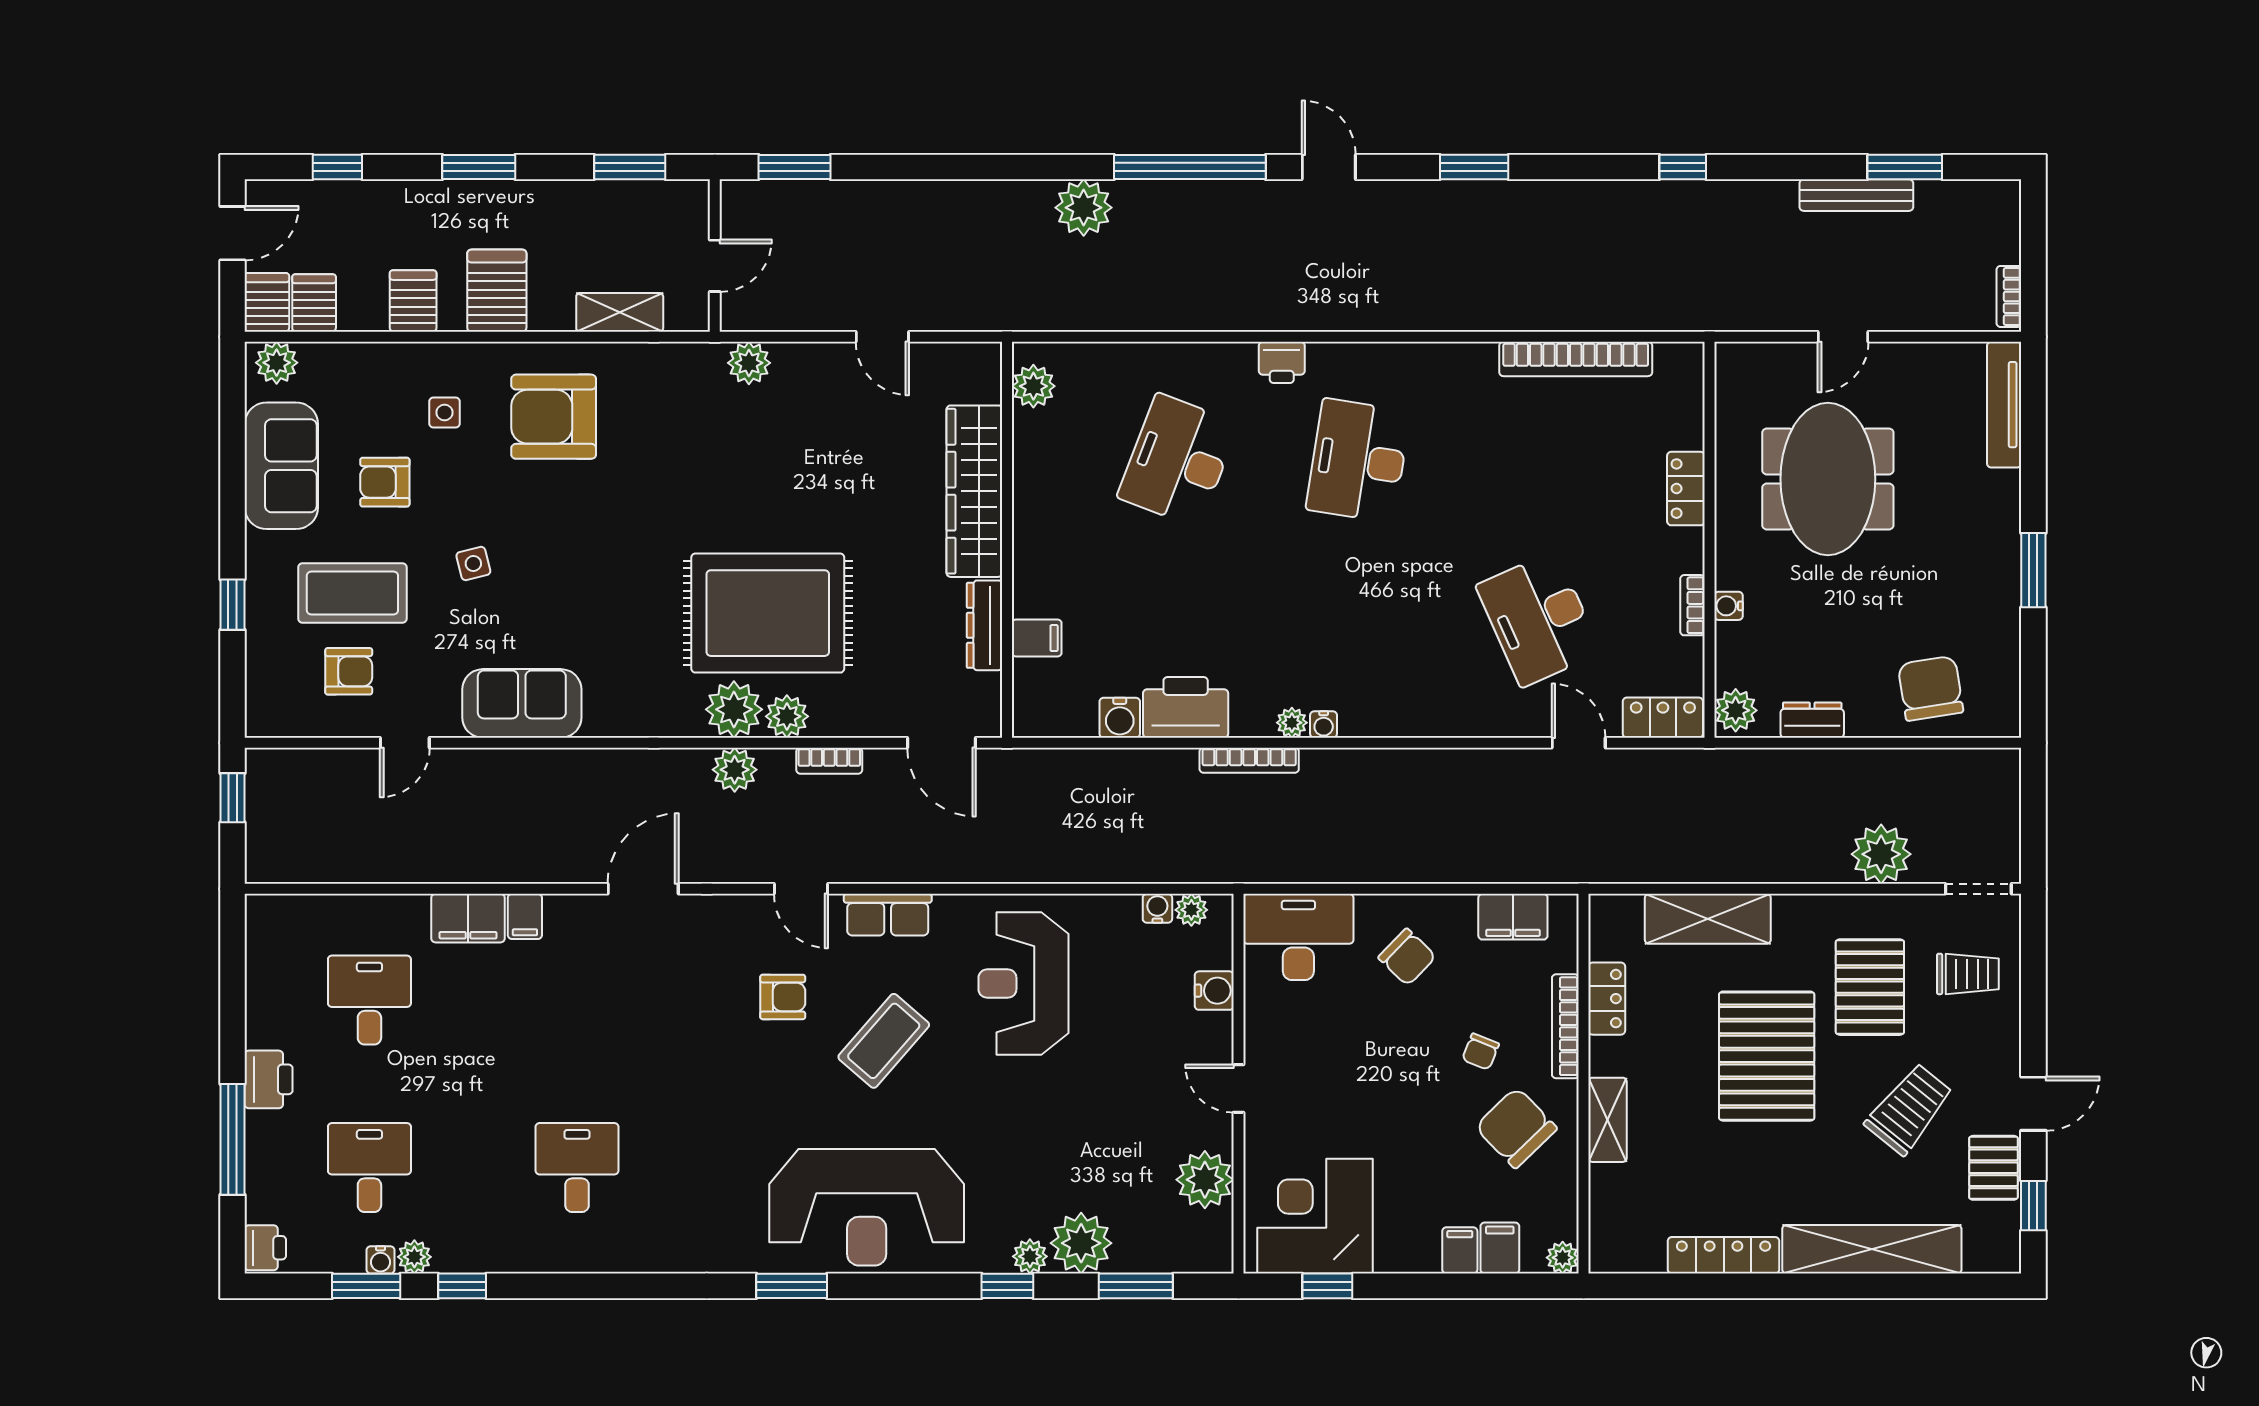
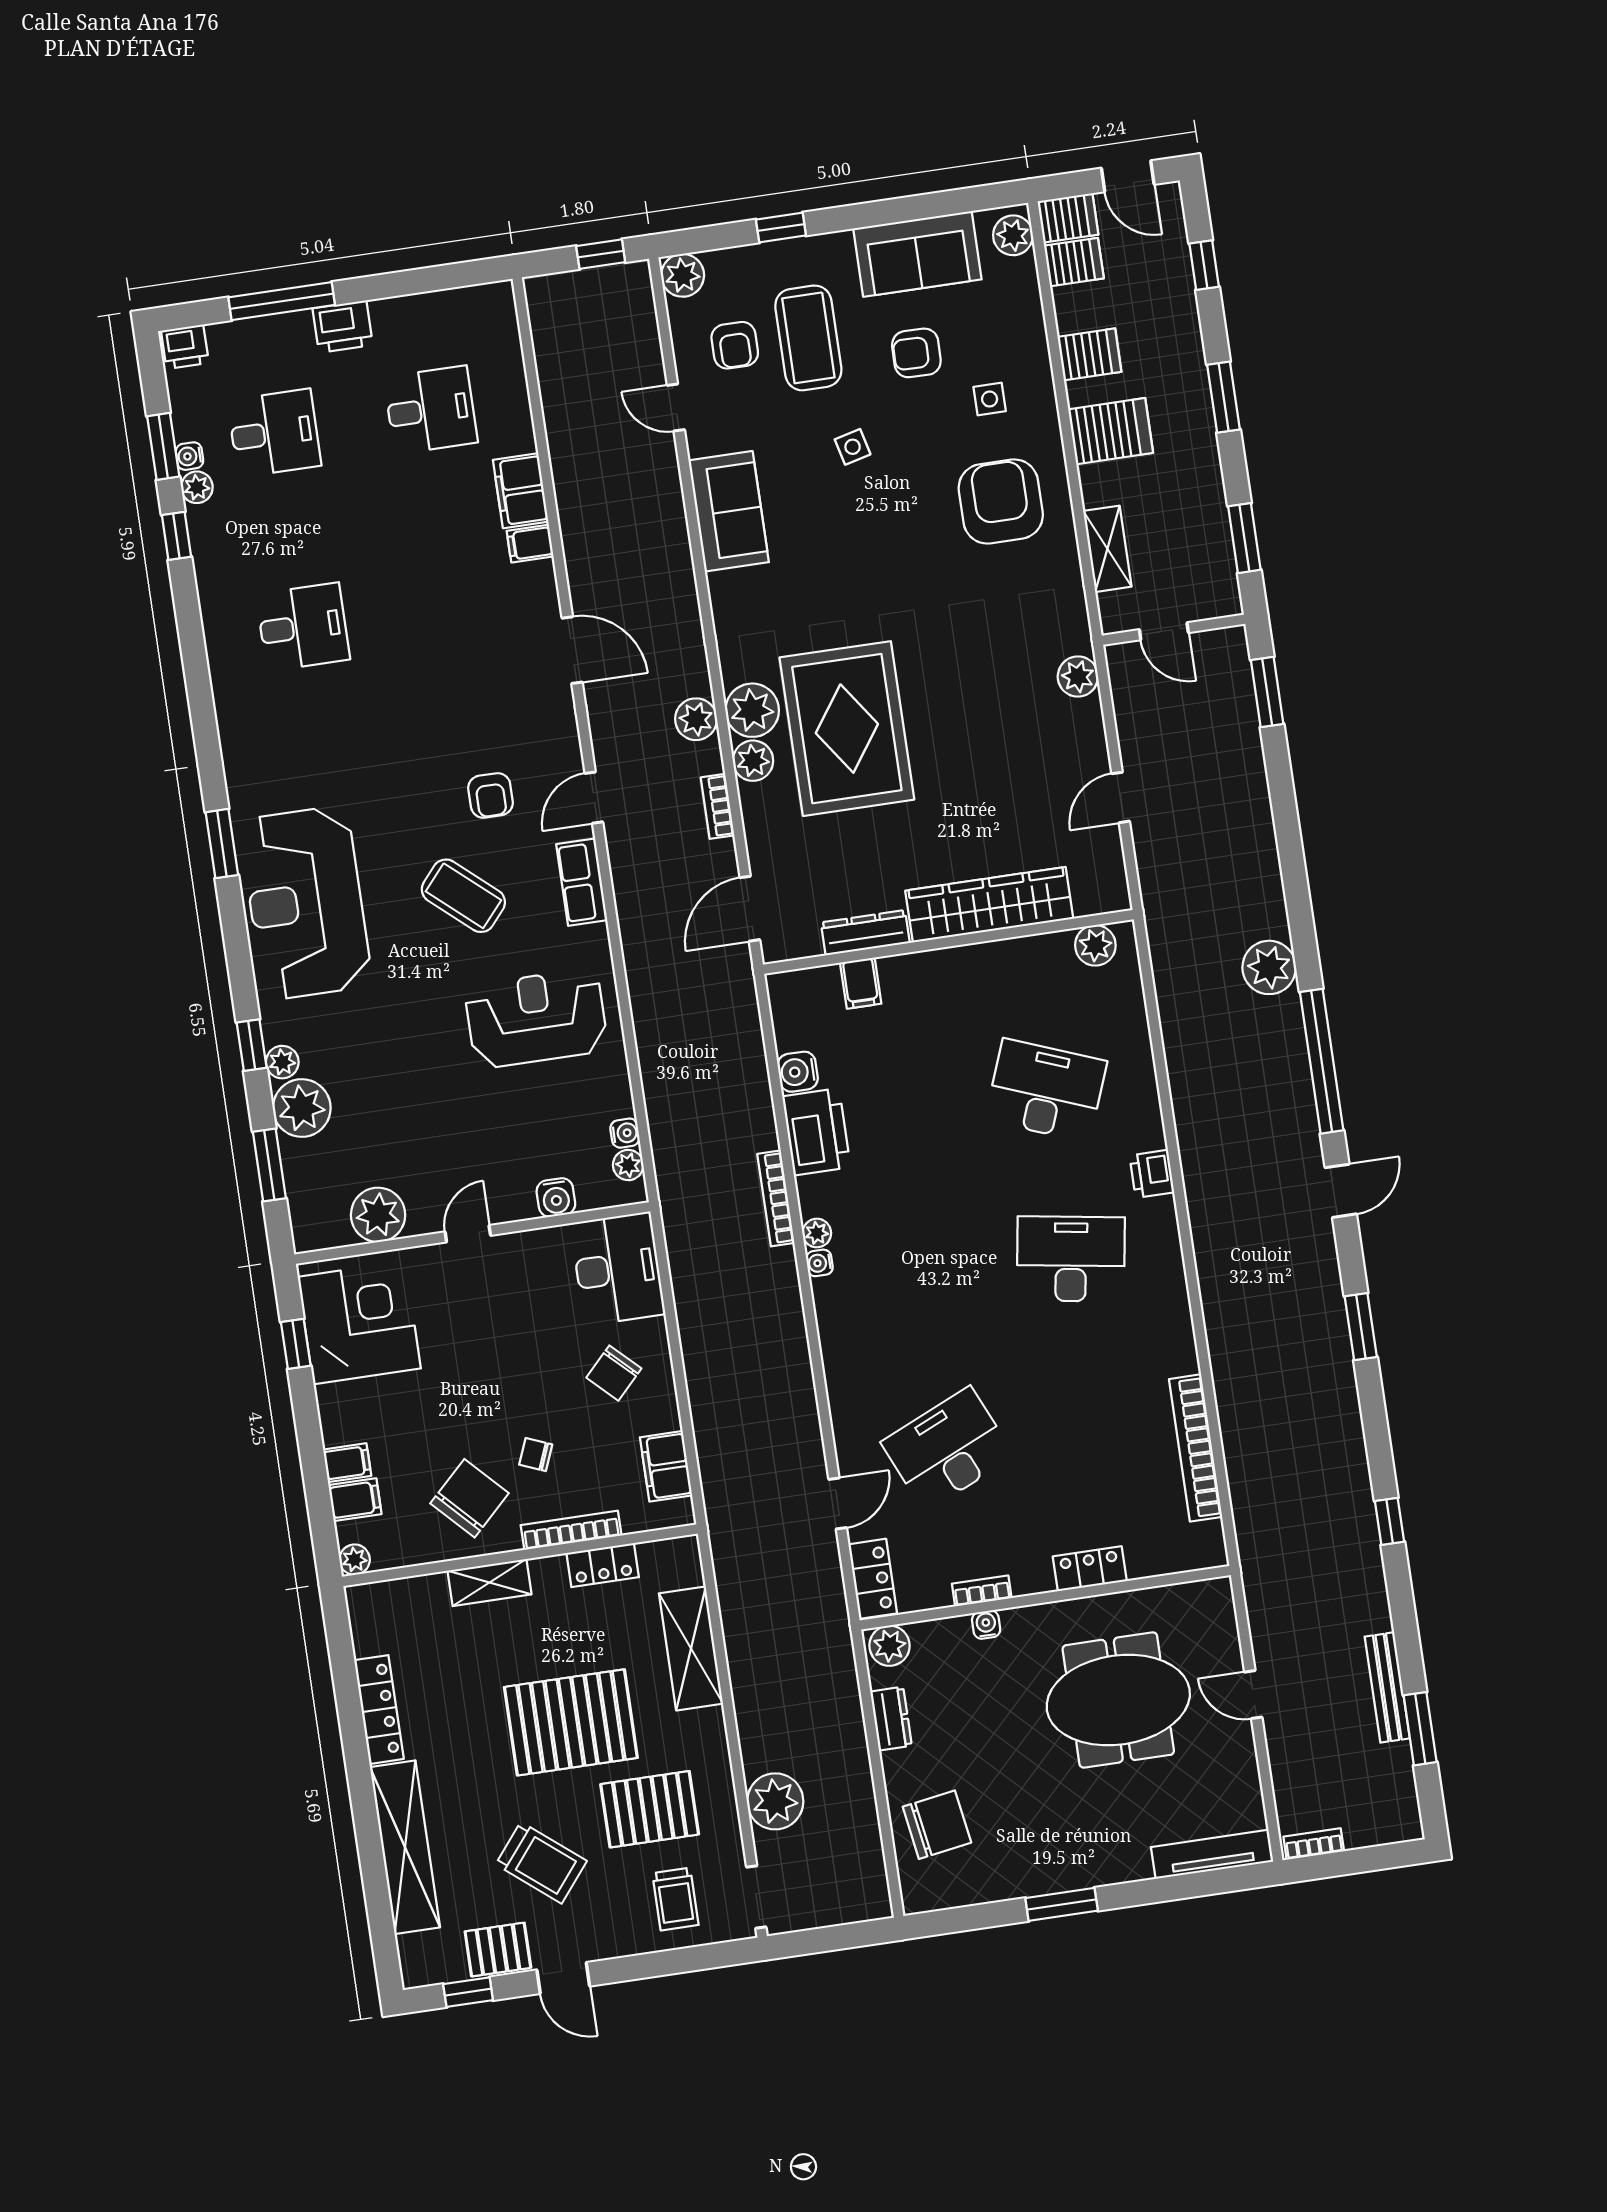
armchair: (385, 482) -> (916, 353), turned -89
plant: (267, 715) -> (683, 275), added

